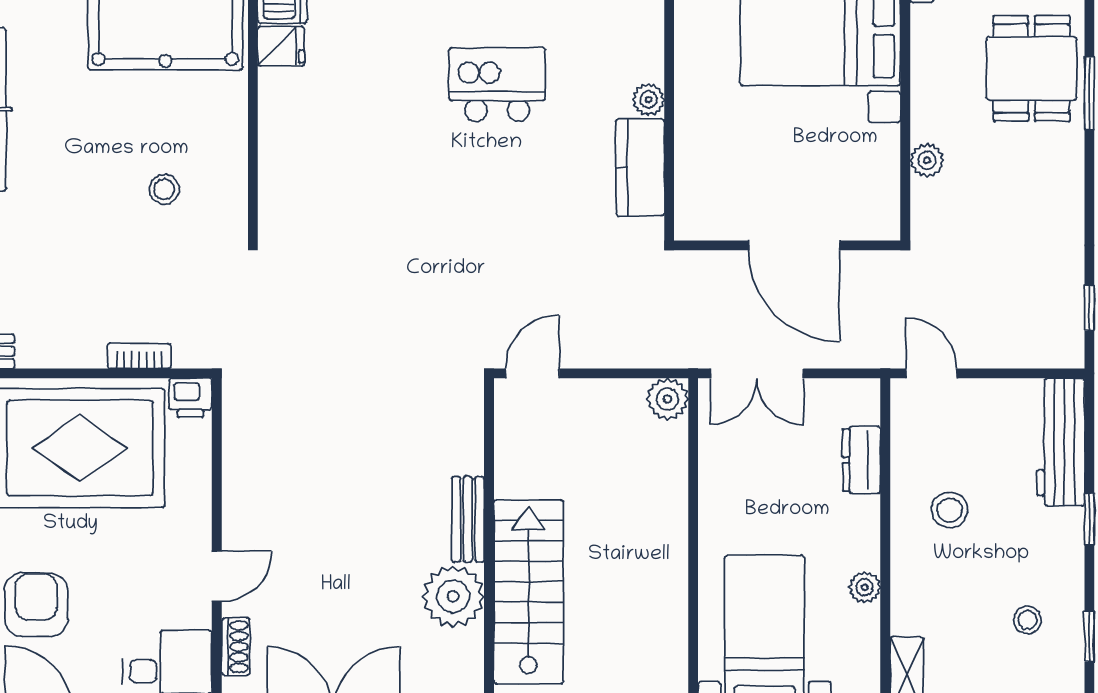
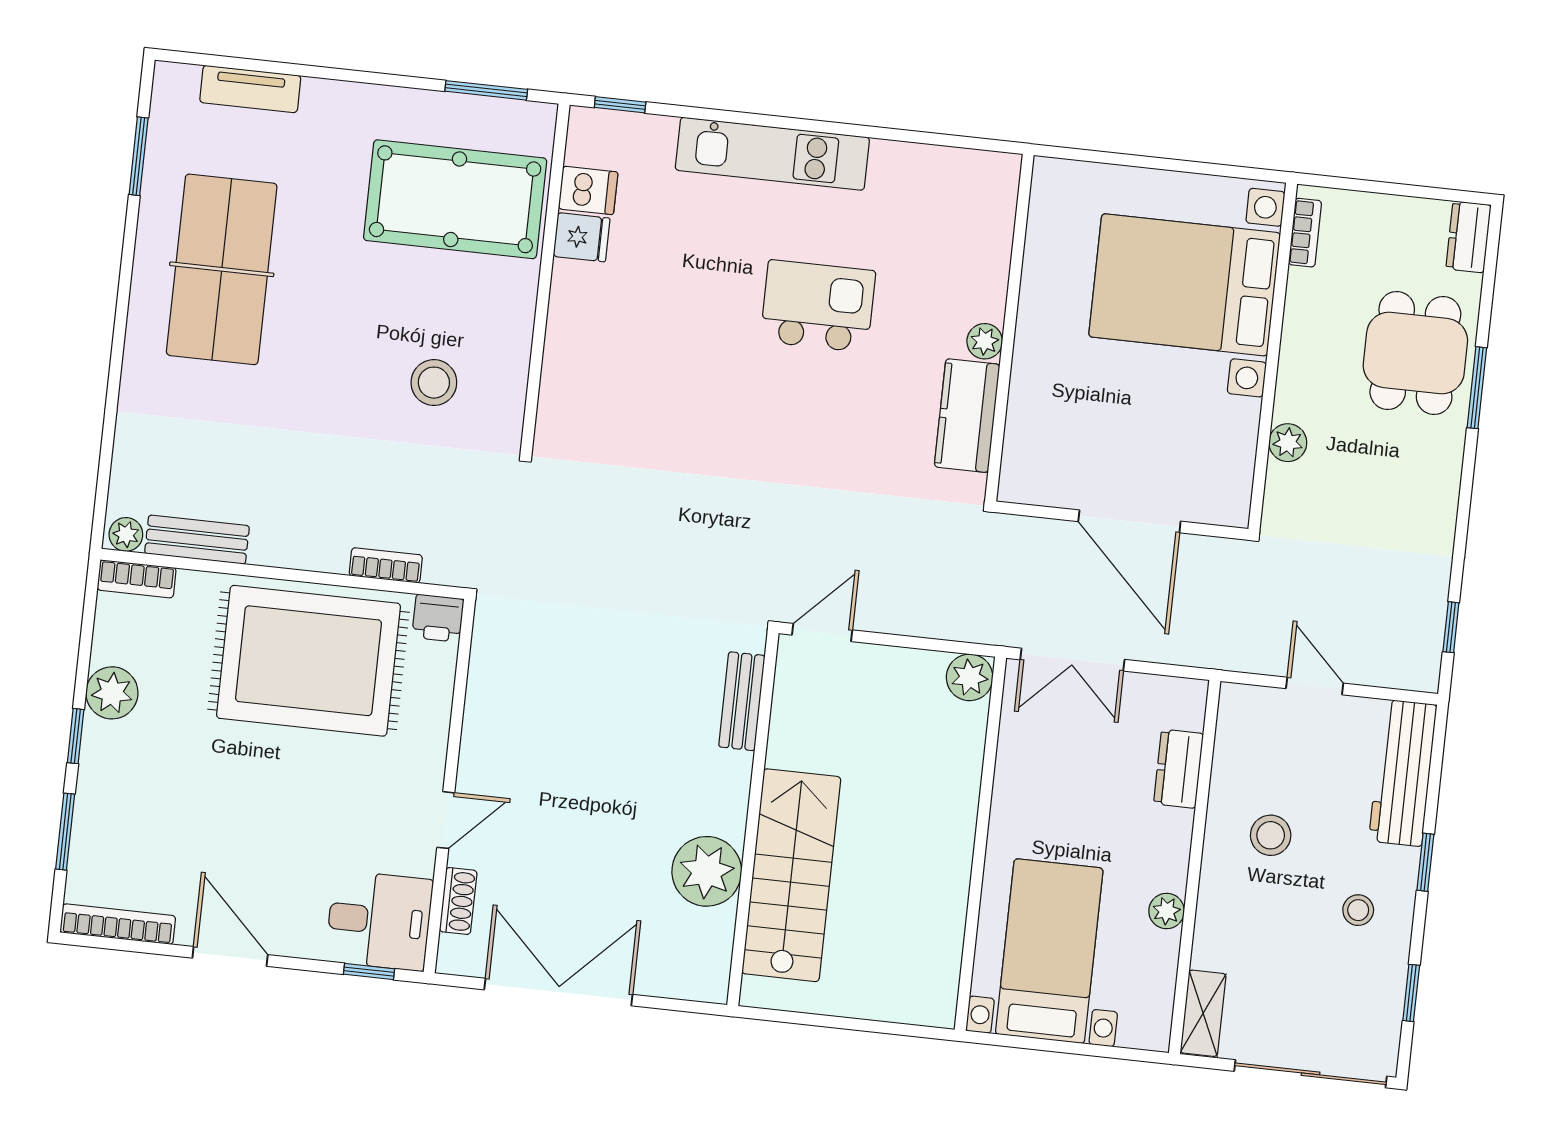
stool: (164, 189) -> (434, 383), width x1.37, depth x1.37
door: (932, 373) -> (1315, 686), moved
bench: (468, 519) -> (742, 701), moved
armchair: (36, 605) -> (241, 830), removed
stool: (1027, 620) -> (1358, 910), moved

